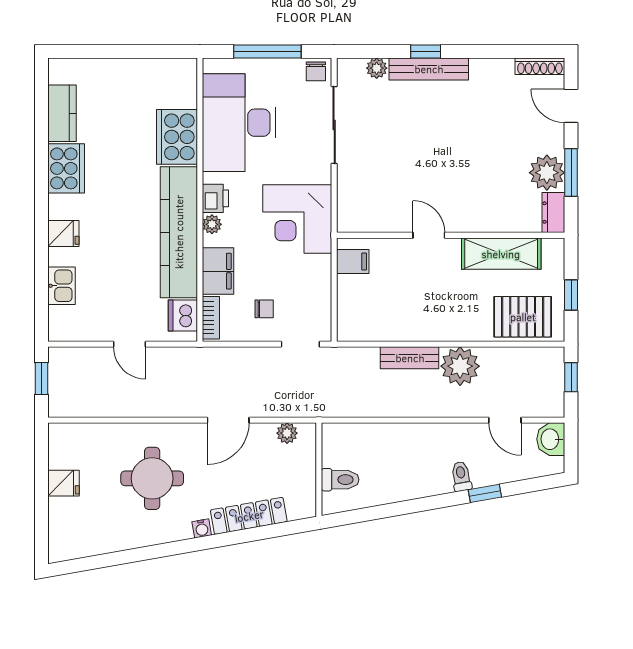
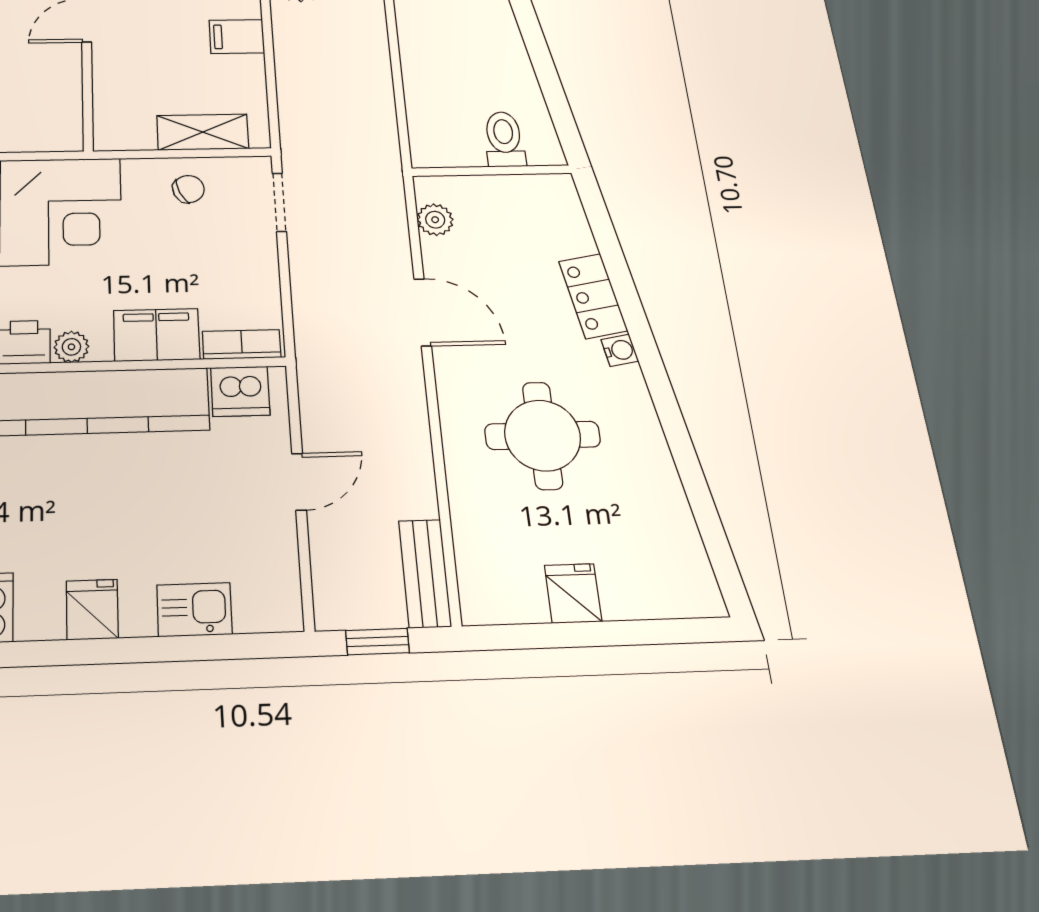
filing cabinet: (353, 262) -> (237, 37), moved, turned -90
shelving: (349, 302) -> (203, 132), added
chair: (264, 309) -> (188, 189), moved, turned 66
bench: (410, 358) -> (425, 573), moved
locker: (249, 516) -> (593, 296), width x0.66

